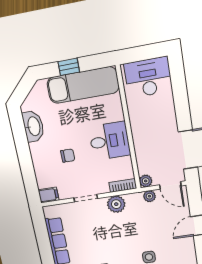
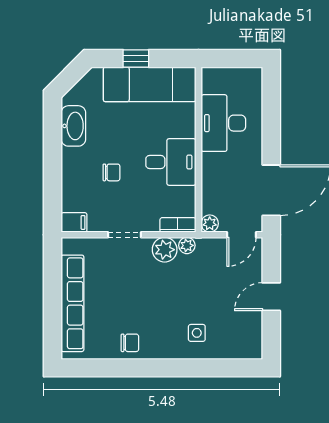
desk: (148, 77) -> (223, 123), moved, turned -90
door: (170, 185) -> (242, 235), hinge flipped
plant: (149, 196) -> (187, 245), moved

